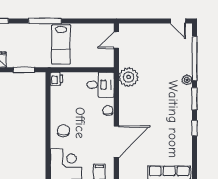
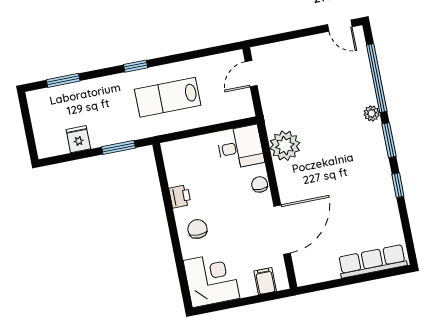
window: (45, 21) -> (136, 66), width x0.46
lab bench: (61, 44) -> (168, 97), turned 90
plant: (129, 77) -> (285, 146), moved
printer: (56, 79) -> (180, 196), moved

